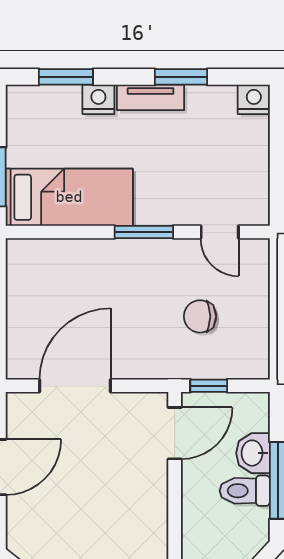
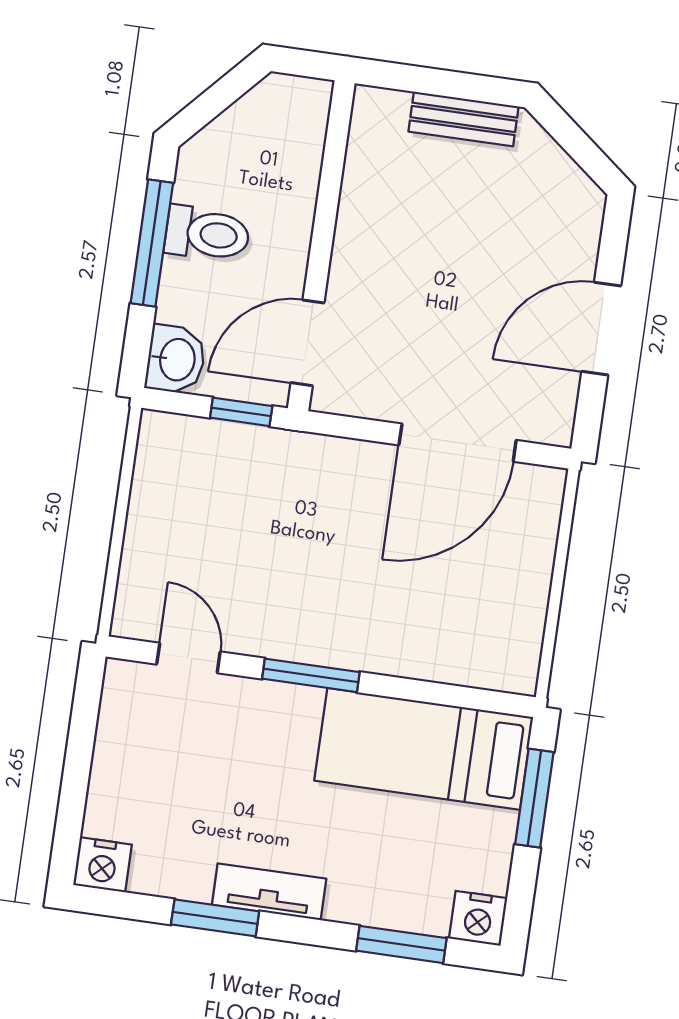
nightstand: (98, 99) -> (478, 918), moved
chair: (200, 316) -> (240, 526), removed
washbasin: (253, 453) -> (176, 359), moved

